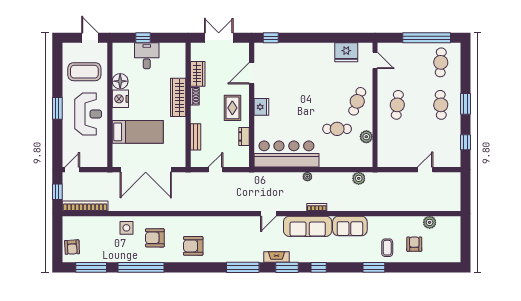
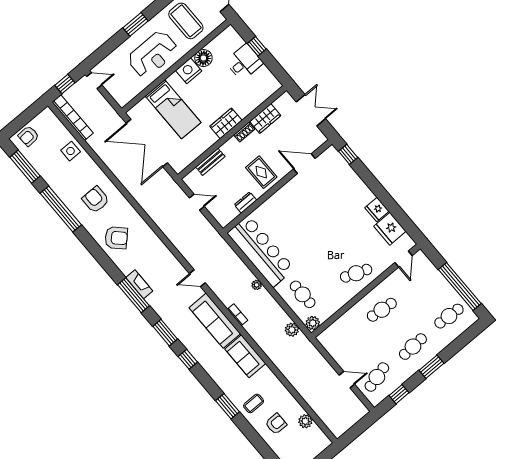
wardrobe: (178, 97) -> (226, 123), width x0.67
fridge: (261, 107) -> (377, 209), moved, turned 90
rug: (232, 108) -> (261, 172), turned 90
cafe table: (337, 129) -> (303, 294), moved
plant: (366, 137) -> (313, 323), moved
cafe table: (441, 147) -> (377, 377), added
side table: (126, 228) -> (71, 151), moved
armchair: (193, 246) -> (116, 238), turned 135
fireplace: (276, 257) -> (139, 284), moved

